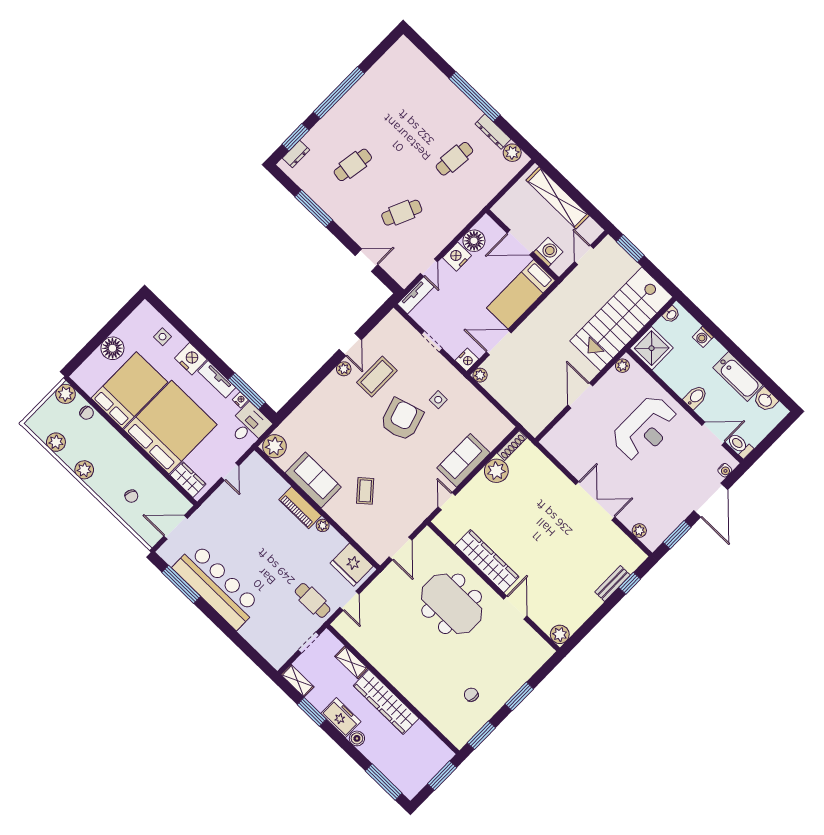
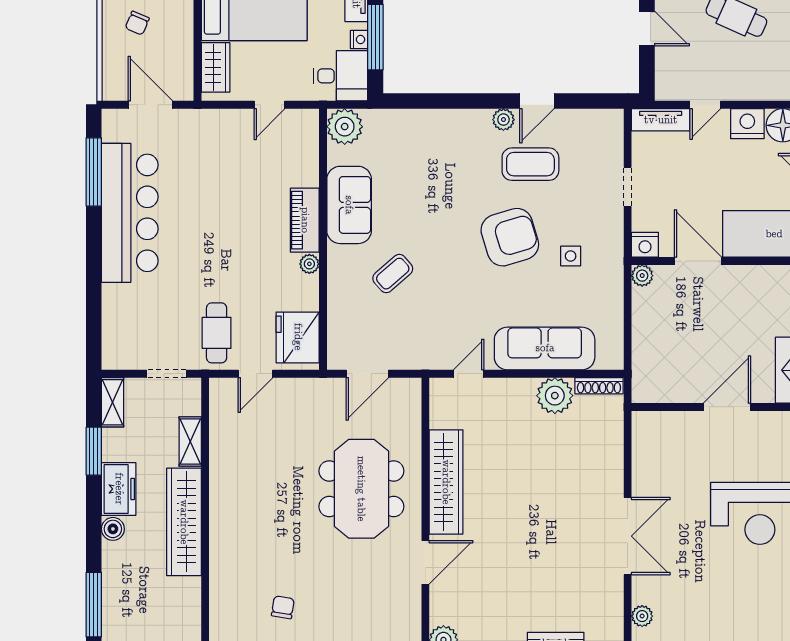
sofa: (464, 460) -> (545, 348), width x1.36

